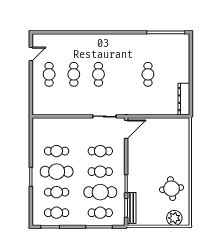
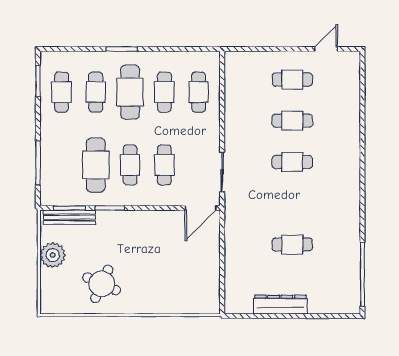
door: (31, 54) -> (326, 49), swing flipped
dresser: (184, 99) -> (280, 305), moved
door: (126, 129) -> (201, 208), hinge flipped
round table: (172, 189) -> (102, 284), turned 31
cafe table: (100, 213) -> (199, 92), moved
plant: (174, 218) -> (53, 255), moved

